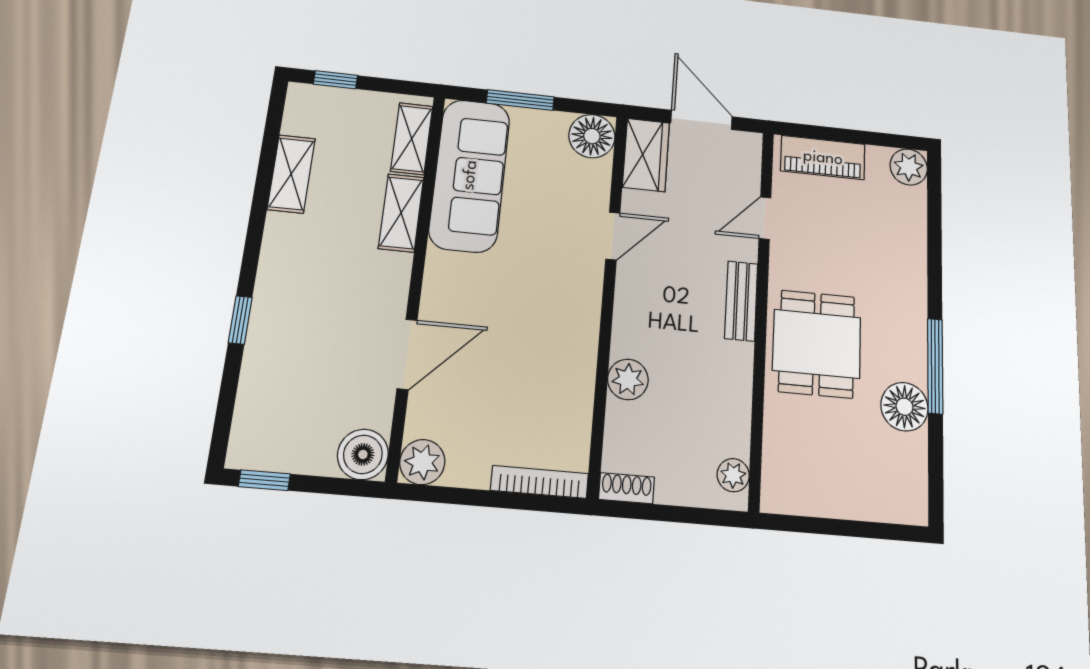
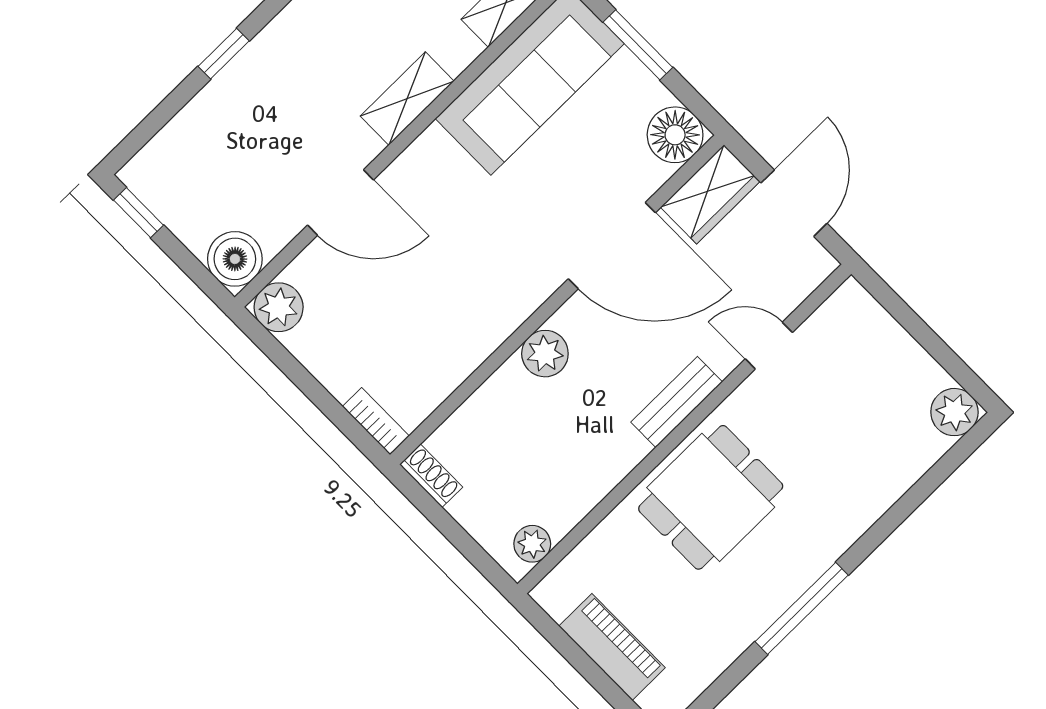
piano: (823, 158) -> (612, 647), moved, turned 180
shelving: (401, 213) -> (407, 99), moved
door: (613, 236) -> (612, 246), width x1.88
plant: (628, 379) -> (545, 354), moved
floor lamp: (904, 407) -> (739, 618), removed
bookcase: (540, 482) -> (376, 421), width x0.64

